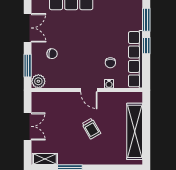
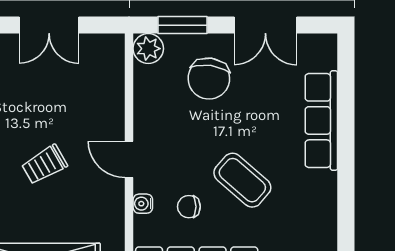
coffee table: (98, 38) -> (242, 180), added
chair: (52, 54) -> (209, 79), width x1.87, depth x1.87
door: (89, 90) -> (129, 159), hinge flipped

